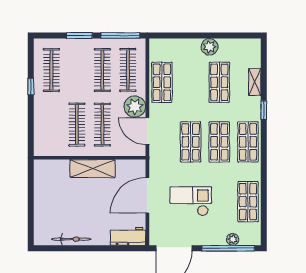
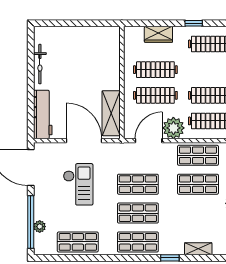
shop shelf: (219, 82) -> (198, 184), moved
wardrobe: (42, 121) -> (158, 34), added
shelving: (93, 168) -> (111, 113), moved
workbench: (128, 236) -> (43, 114), width x1.37

